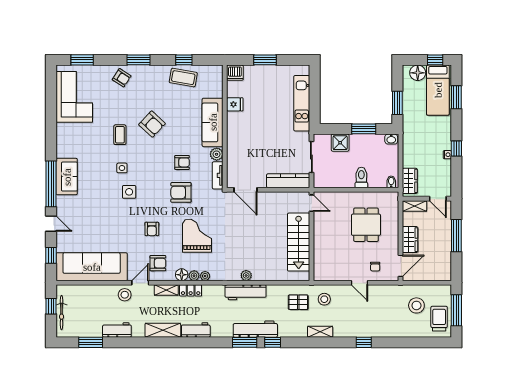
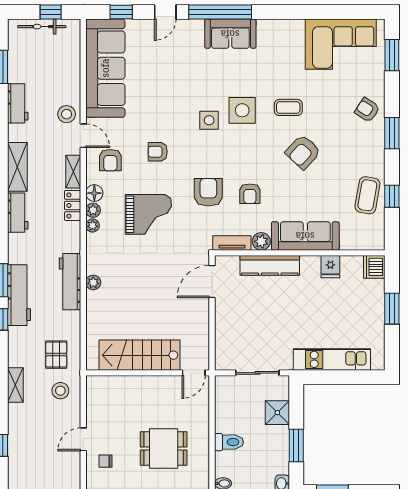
armchair: (122, 78) -> (367, 110), turned 90
side table: (122, 168) -> (242, 110), width x1.87, depth x1.87
kitchen counter: (288, 181) -> (270, 265), moved, turned 90

